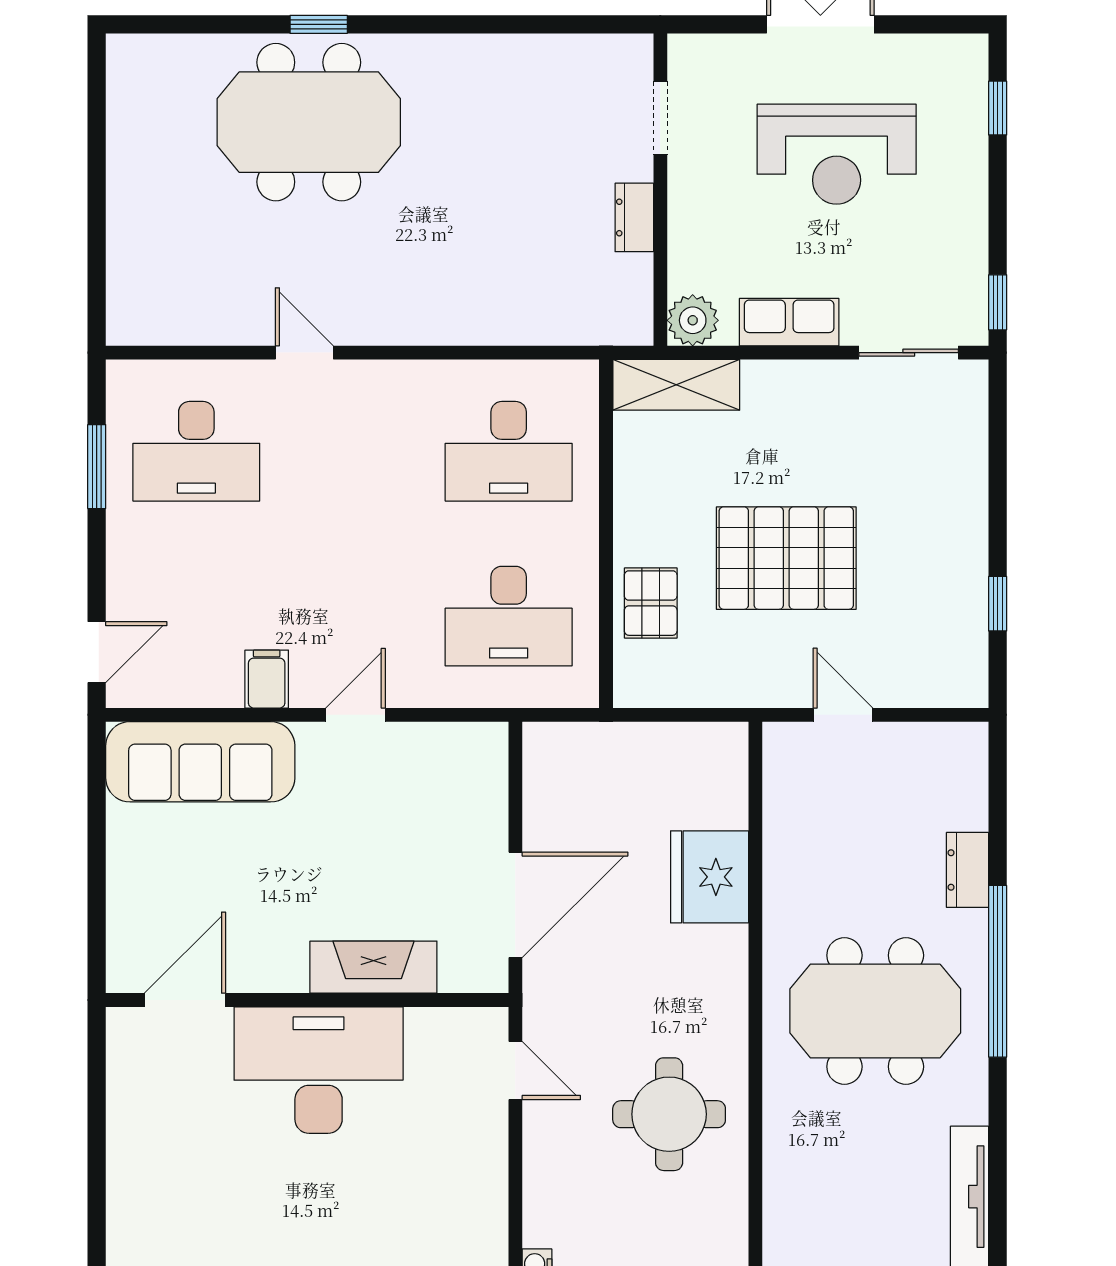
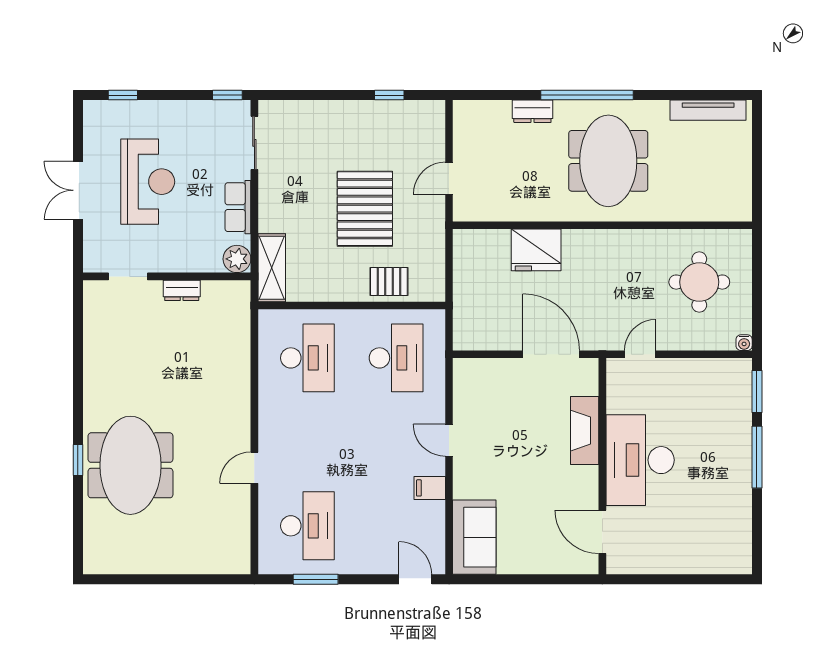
sofa: (200, 762) -> (474, 537), width x0.73
round table: (669, 1114) -> (699, 282), moved

